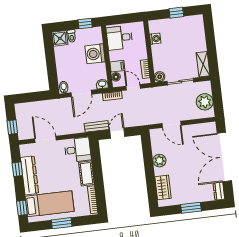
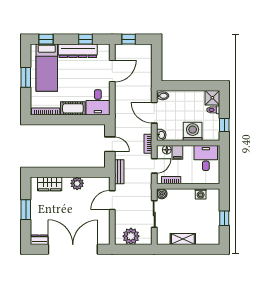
shelving: (203, 64) -> (183, 239), moved
bench: (97, 126) -> (119, 172), moved

